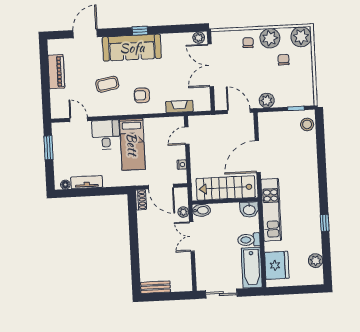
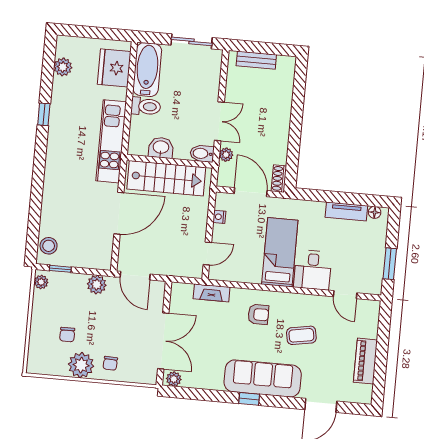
plant: (301, 37) -> (41, 282), moved, width x0.53, depth x0.53
washbasin: (249, 210) -> (161, 148), moved
bench: (155, 287) -> (256, 60), moved

